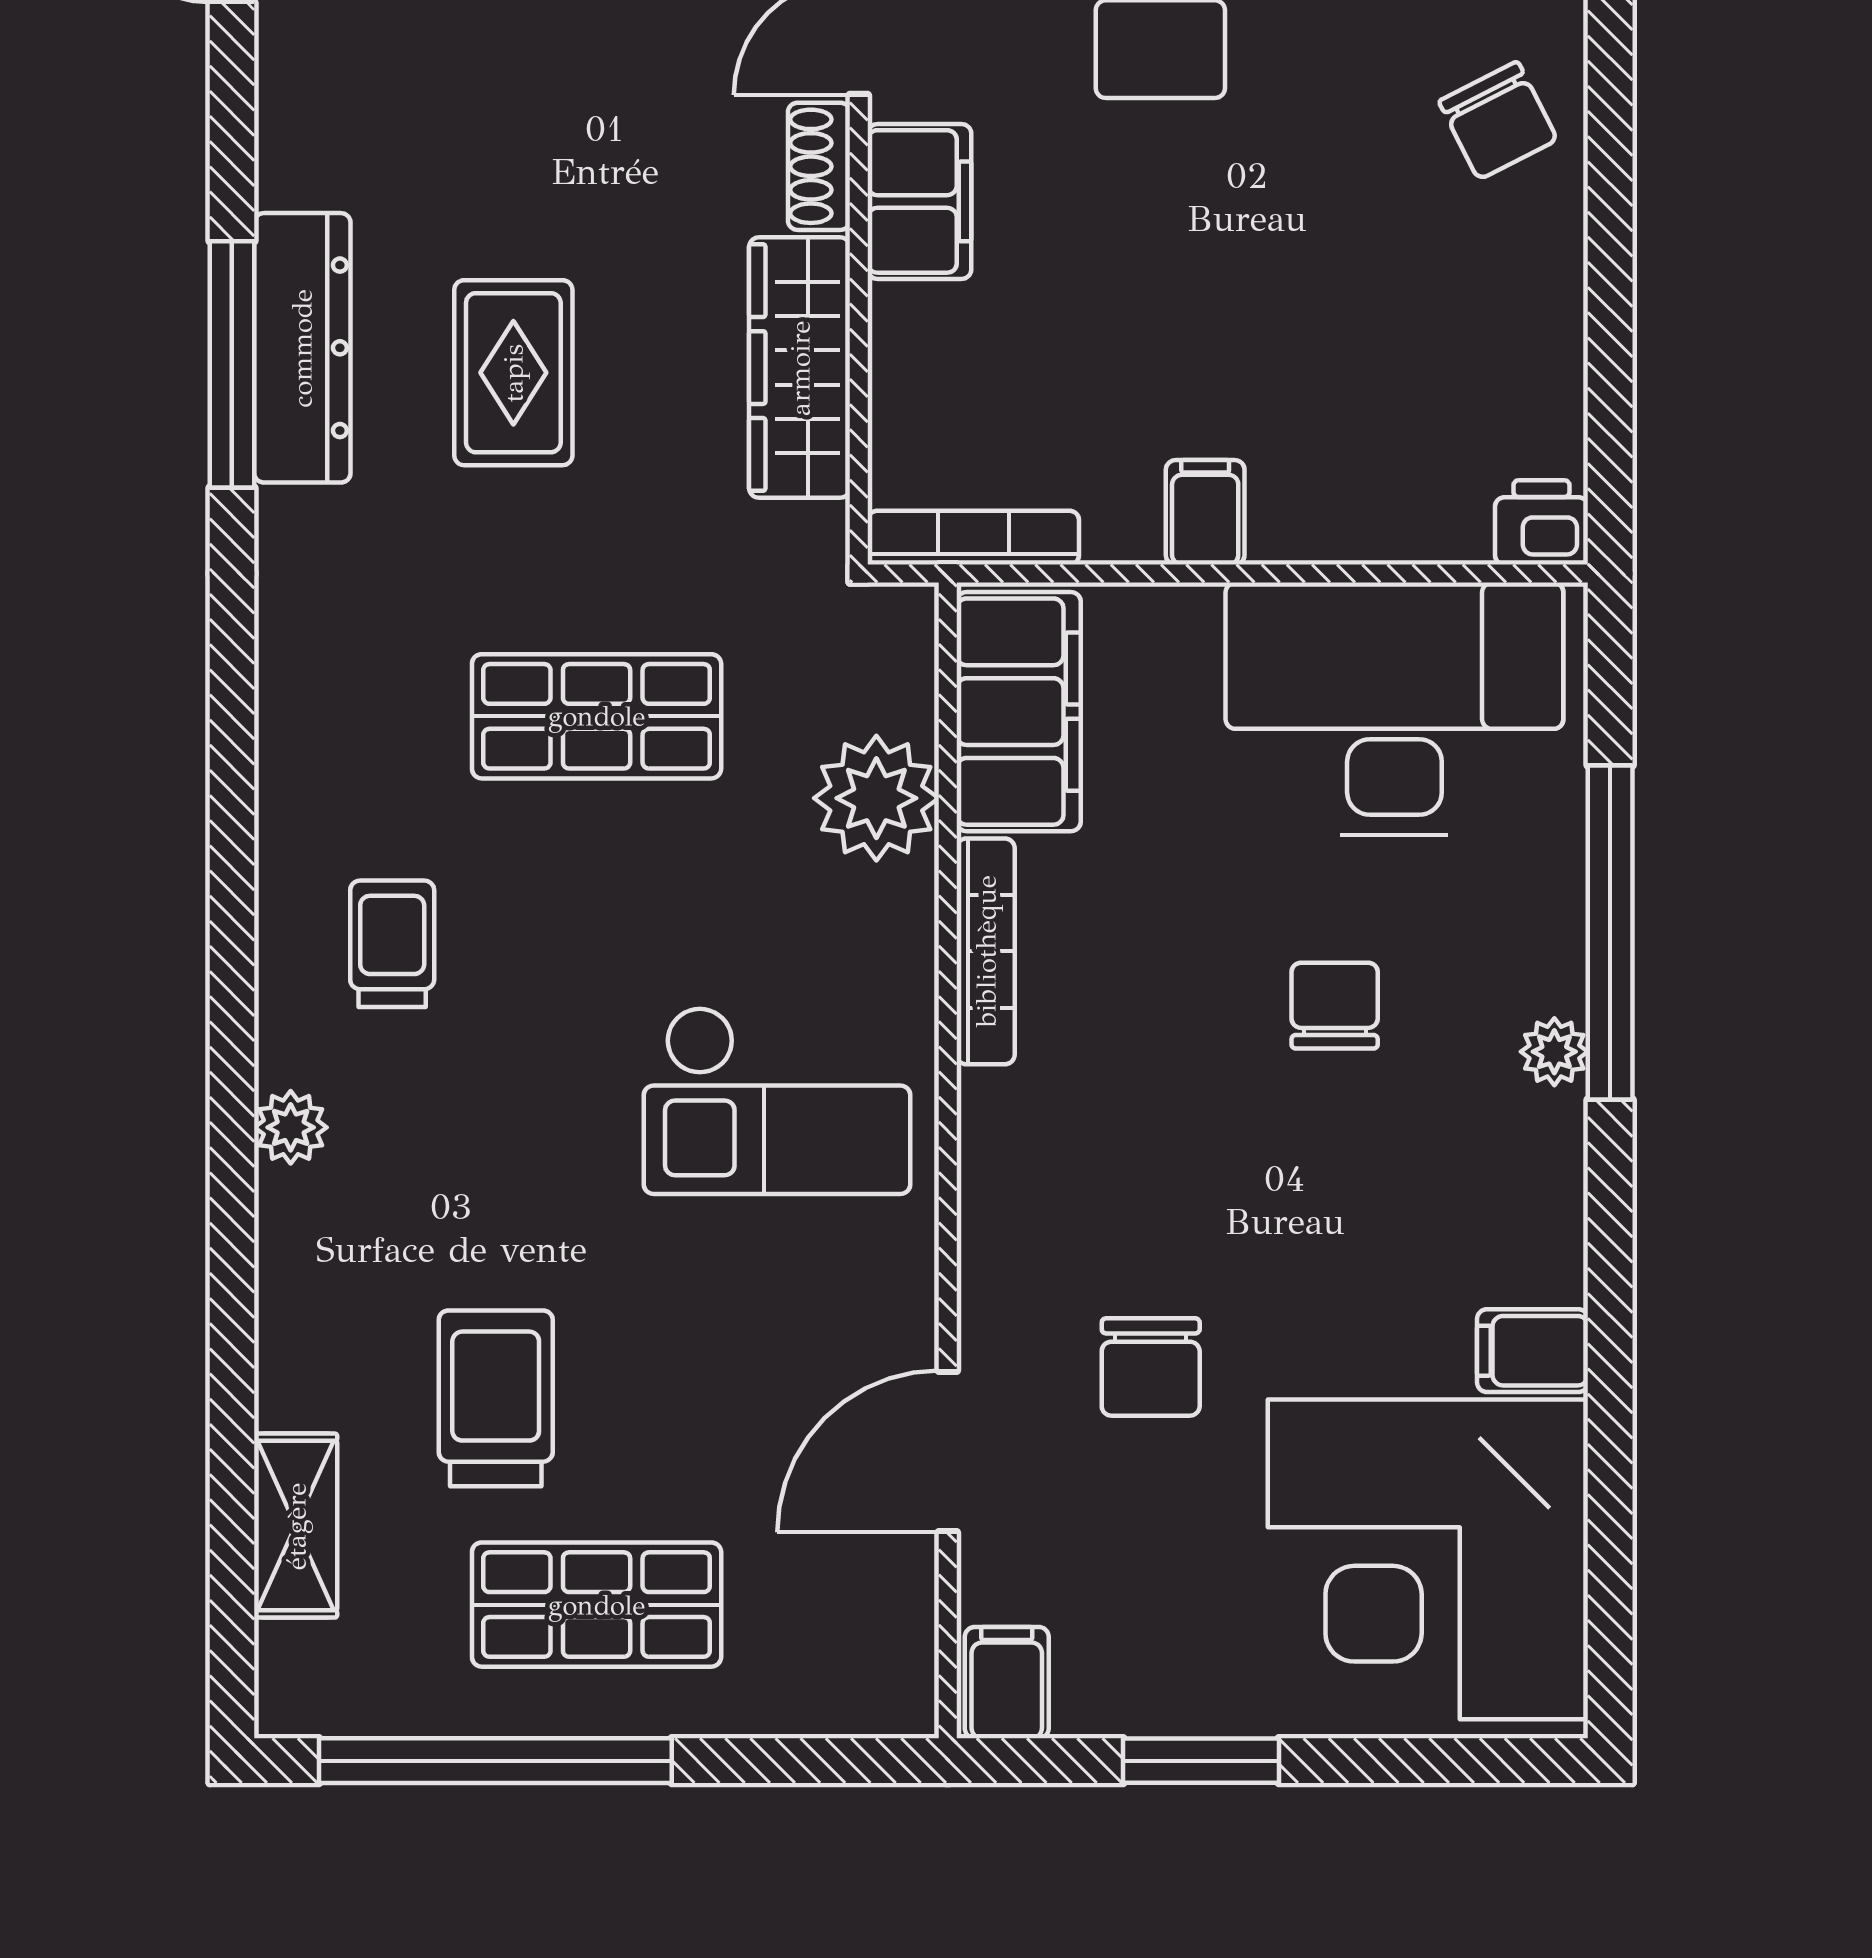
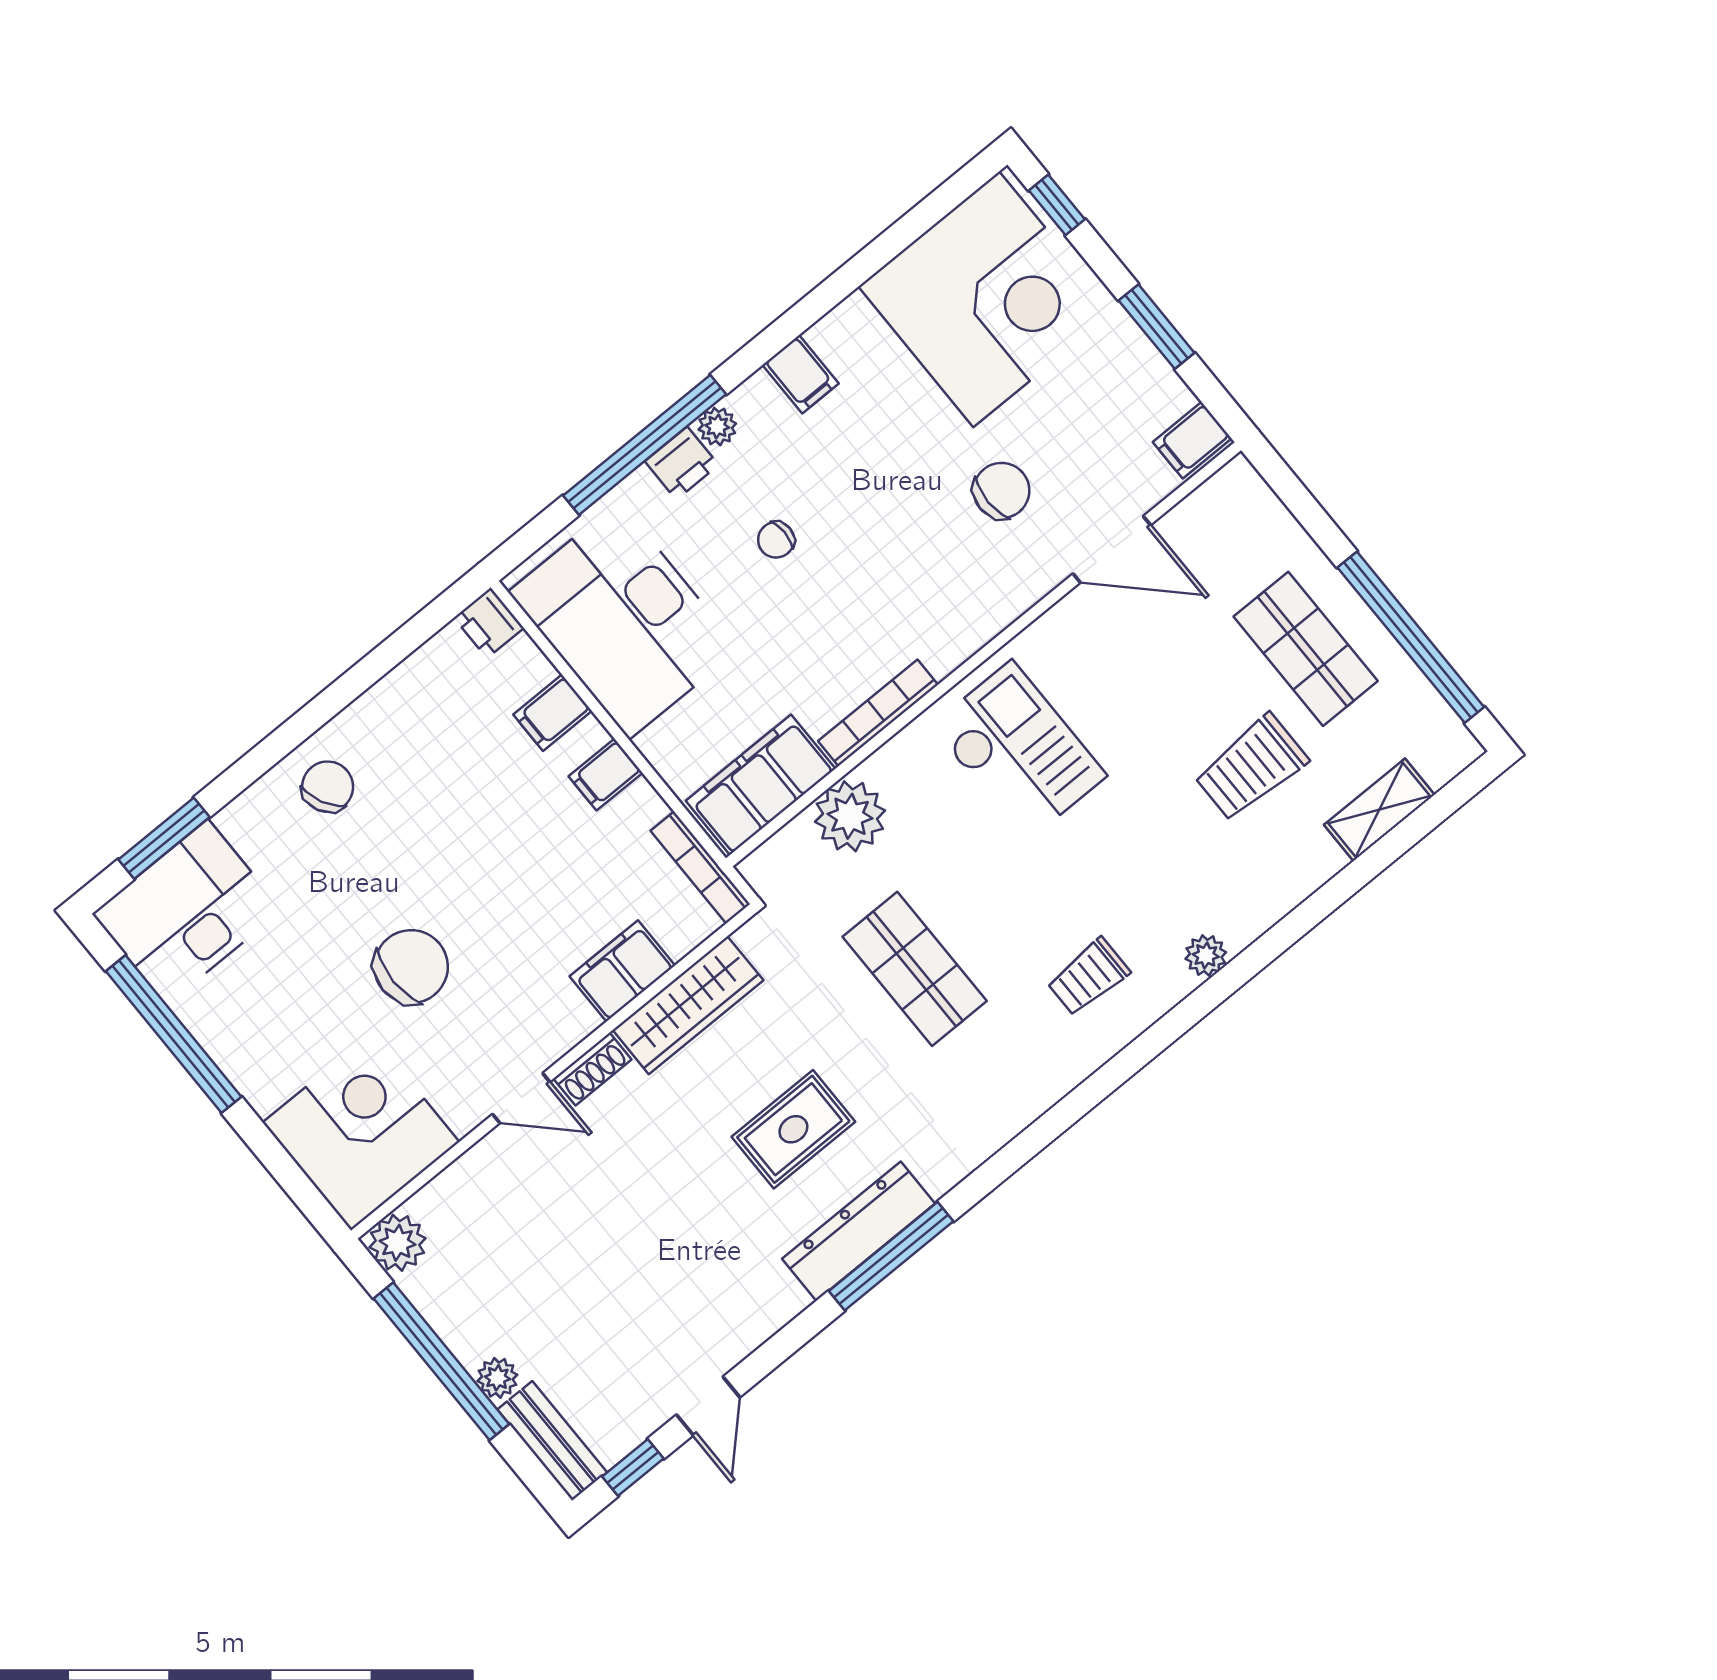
filing cabinet: (919, 201) -> (622, 971), moved
filing cabinet: (1348, 509) -> (553, 713), added
printer: (1544, 963) -> (682, 463), added
chair: (1335, 1006) -> (776, 540), width x0.73, depth x0.73
filing cabinet: (1533, 1351) -> (801, 374), moved
window: (1478, 1761) -> (1057, 205), added

